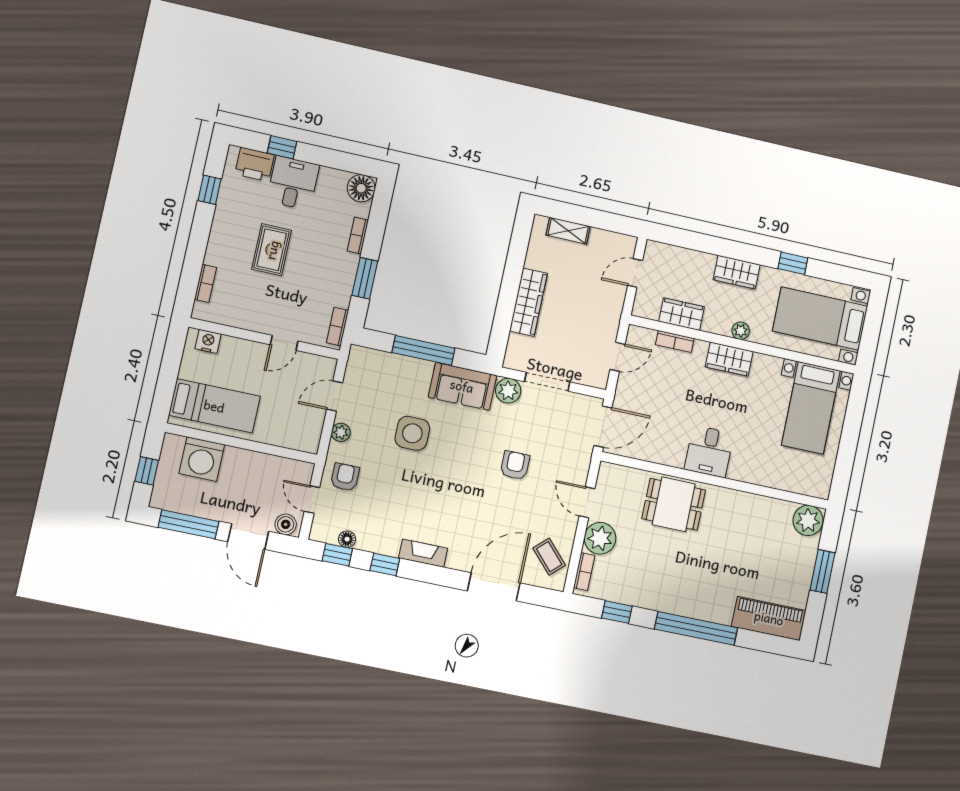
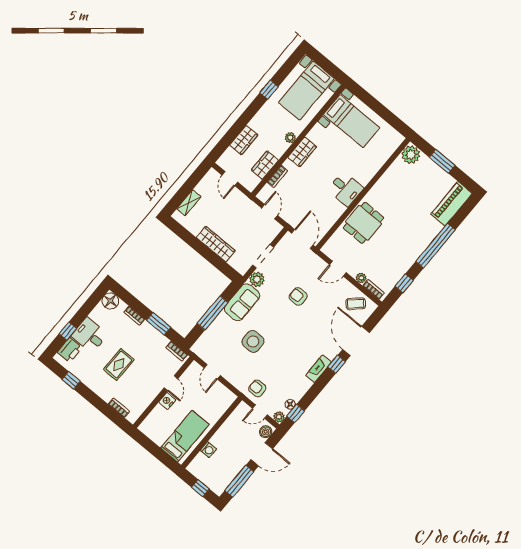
rug: (272, 250) -> (119, 364), turned 90
wardrobe: (737, 272) -> (244, 140), moved
nightstand: (208, 341) -> (167, 401), moved
plant: (341, 432) -> (279, 417), moved
washing machine: (202, 459) -> (208, 450), width x0.53, depth x0.53
plant: (600, 538) -> (361, 278), width x0.53, depth x0.53
window: (385, 565) -> (337, 364), moved

